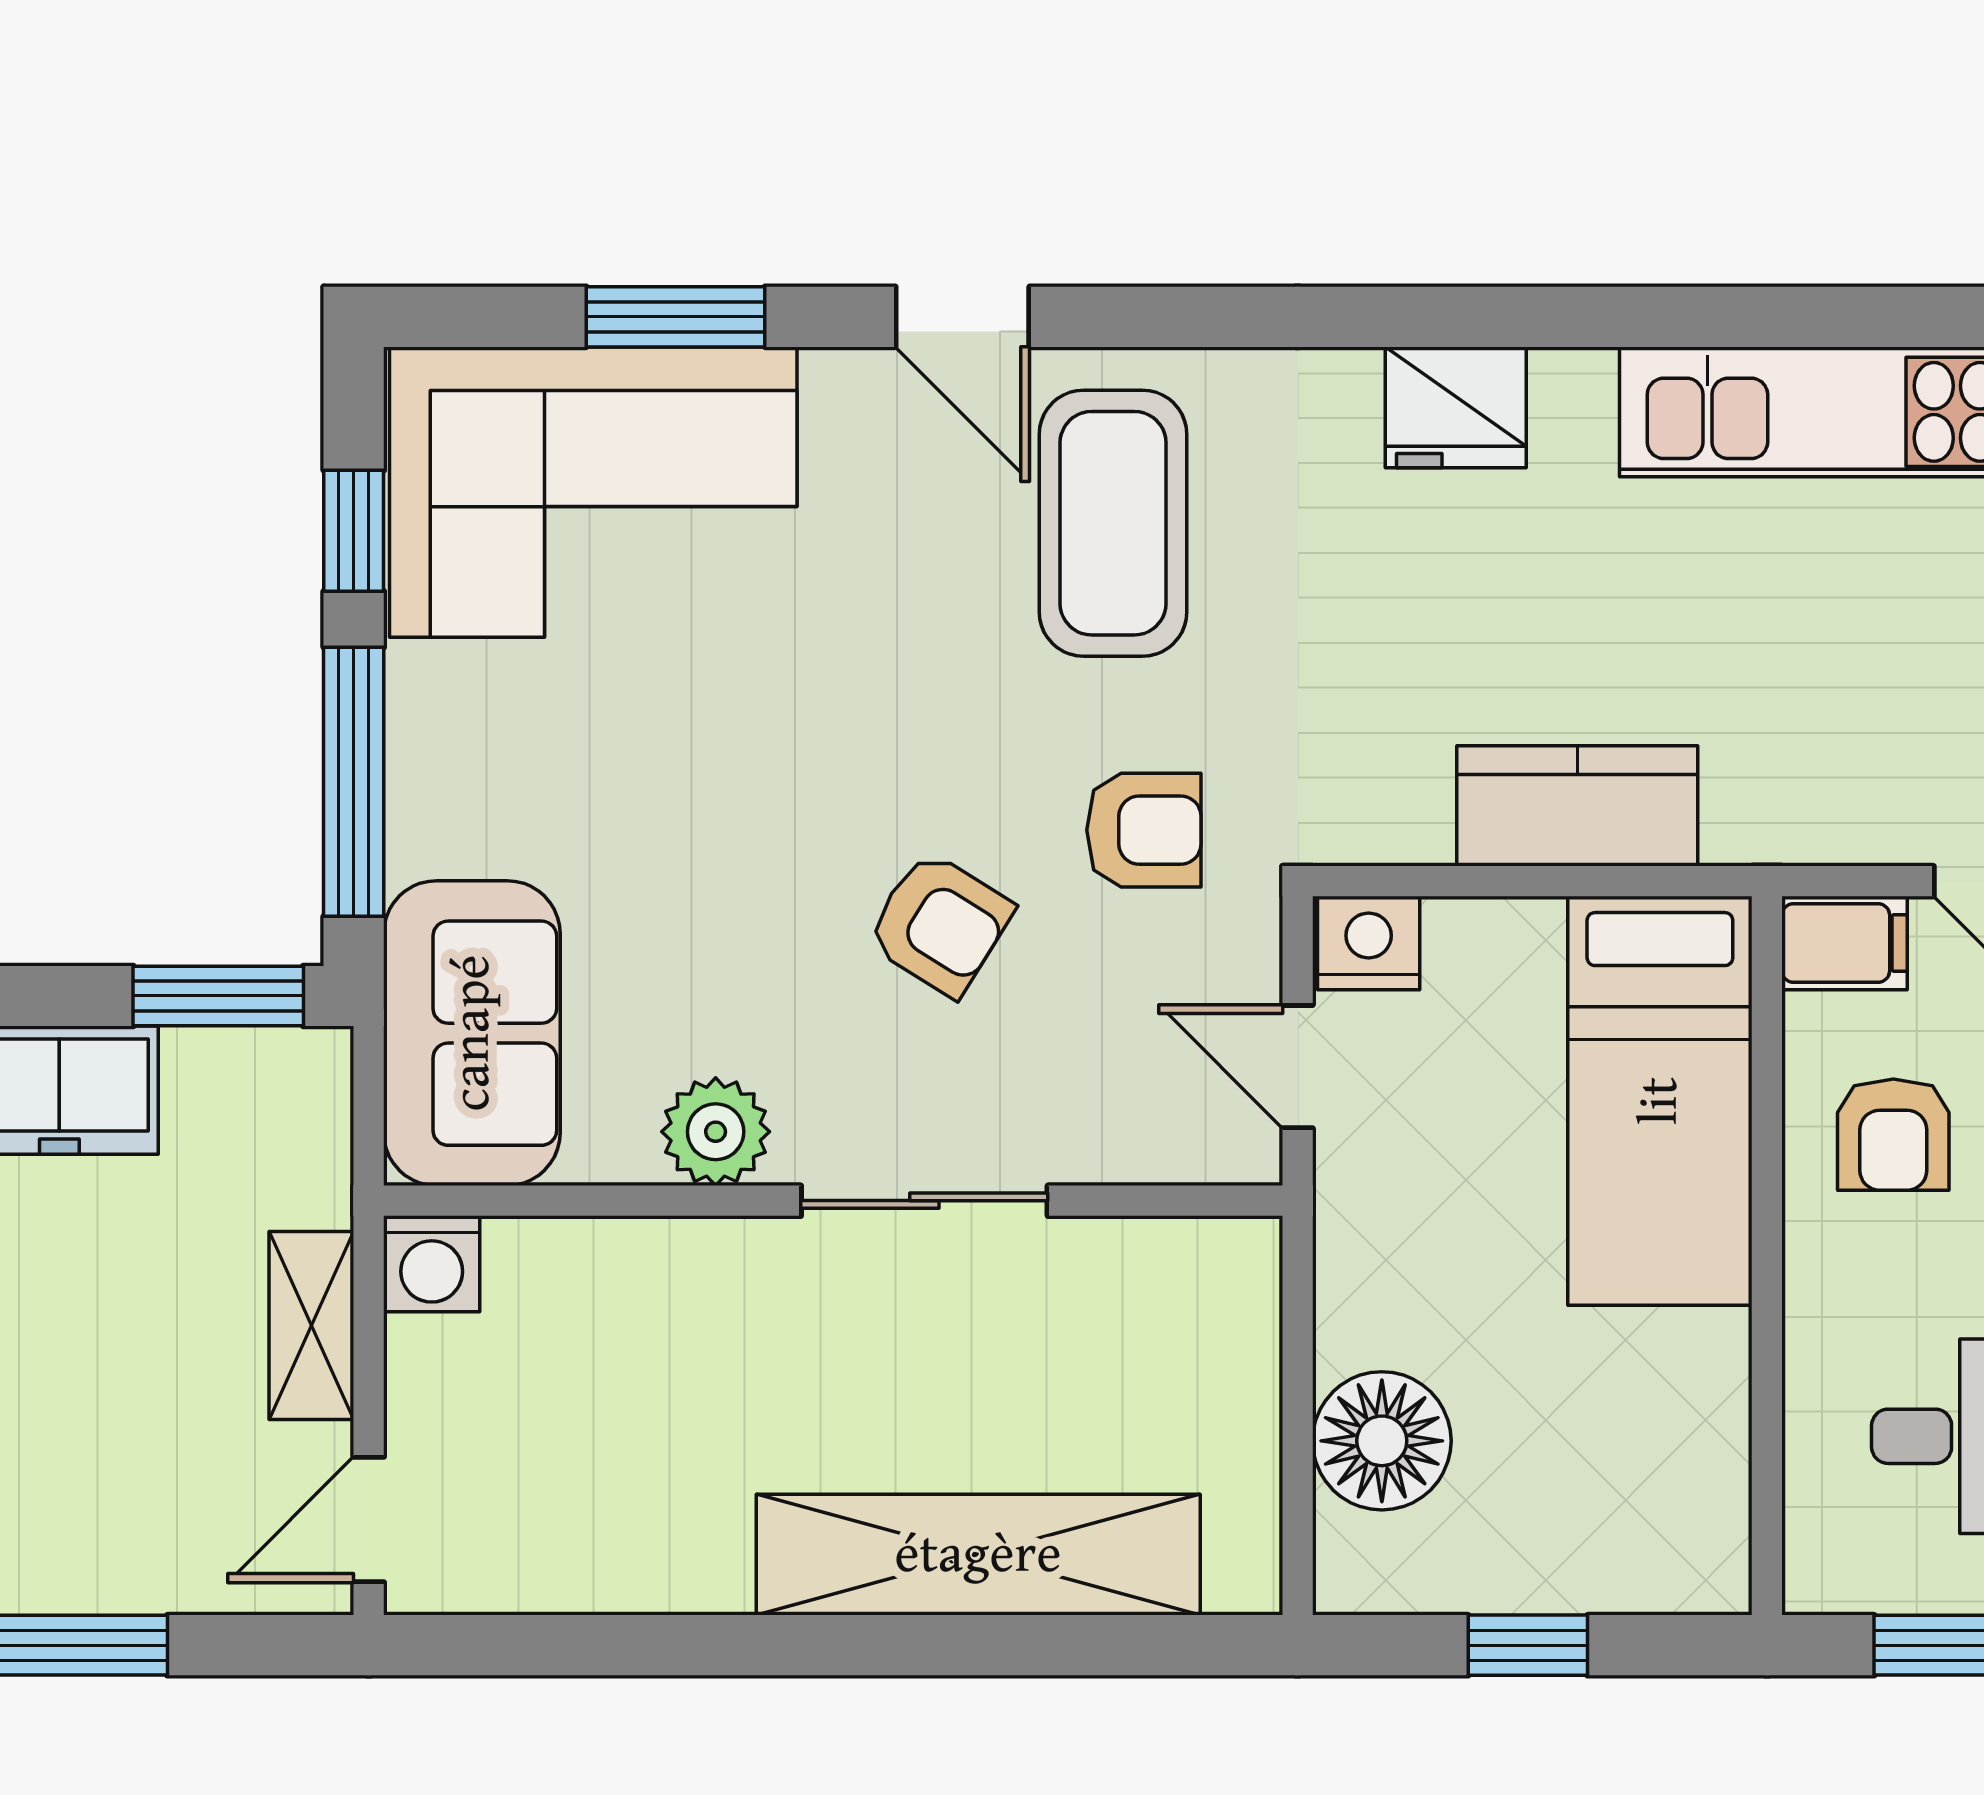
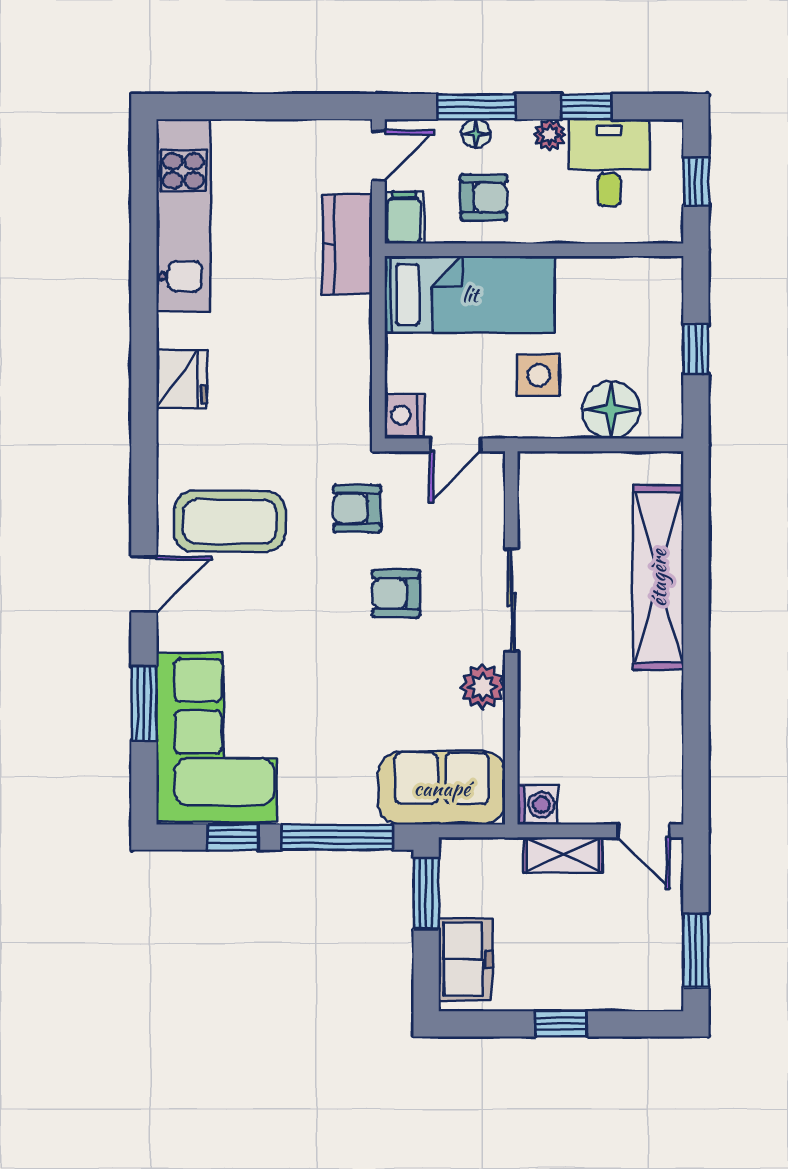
kitchen counter: (1577, 806) -> (347, 244), moved
armchair: (1144, 830) -> (357, 509), turned -90
armchair: (940, 924) -> (396, 594), turned -122
side table: (1465, 1266) -> (538, 375), added

